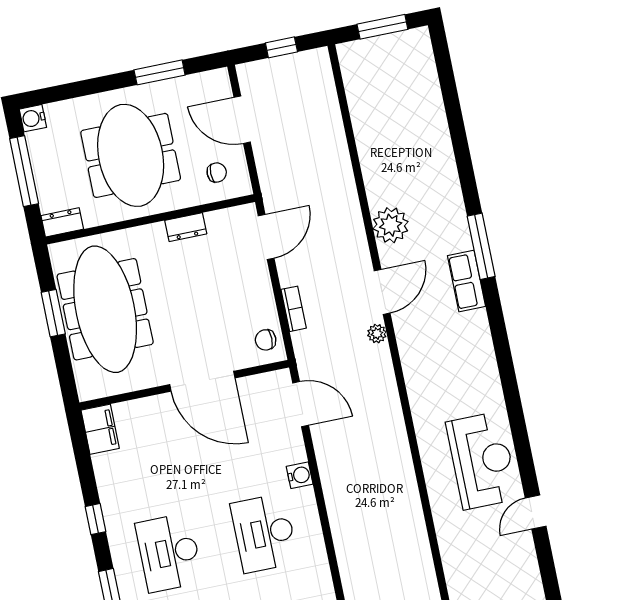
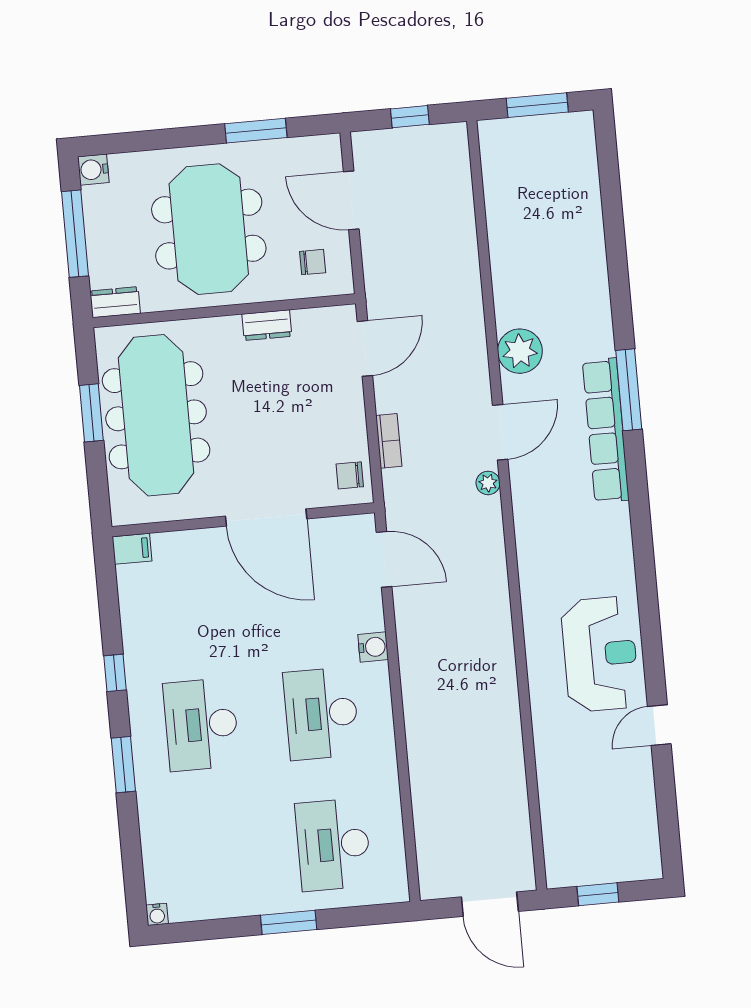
row of seats: (466, 281) -> (606, 430), width x2.02
filing cabinet: (100, 429) -> (132, 549), width x0.50

